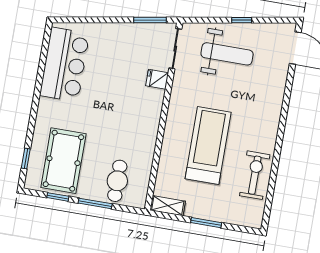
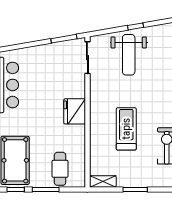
weight bench: (227, 54) -> (129, 55), turned 90
fridge: (157, 79) -> (75, 111), moved, width x1.88, depth x1.34
treadmill: (208, 145) -> (126, 129), width x0.73, depth x0.73

